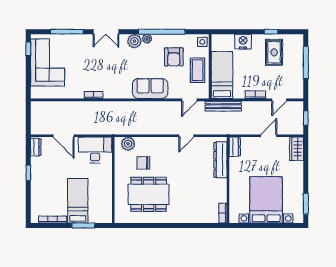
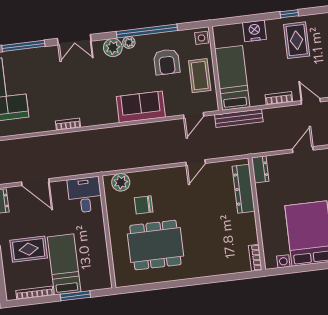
door: (279, 100) -> (311, 101), swing flipped
desk: (95, 150) -> (85, 195), width x0.73
rug: (52, 186) -> (29, 249), added

